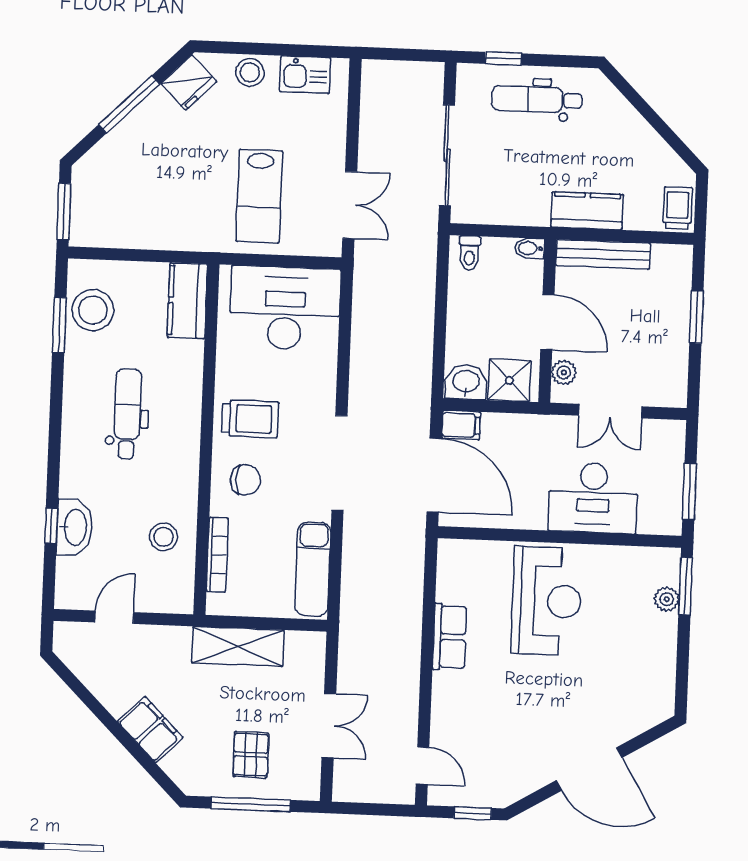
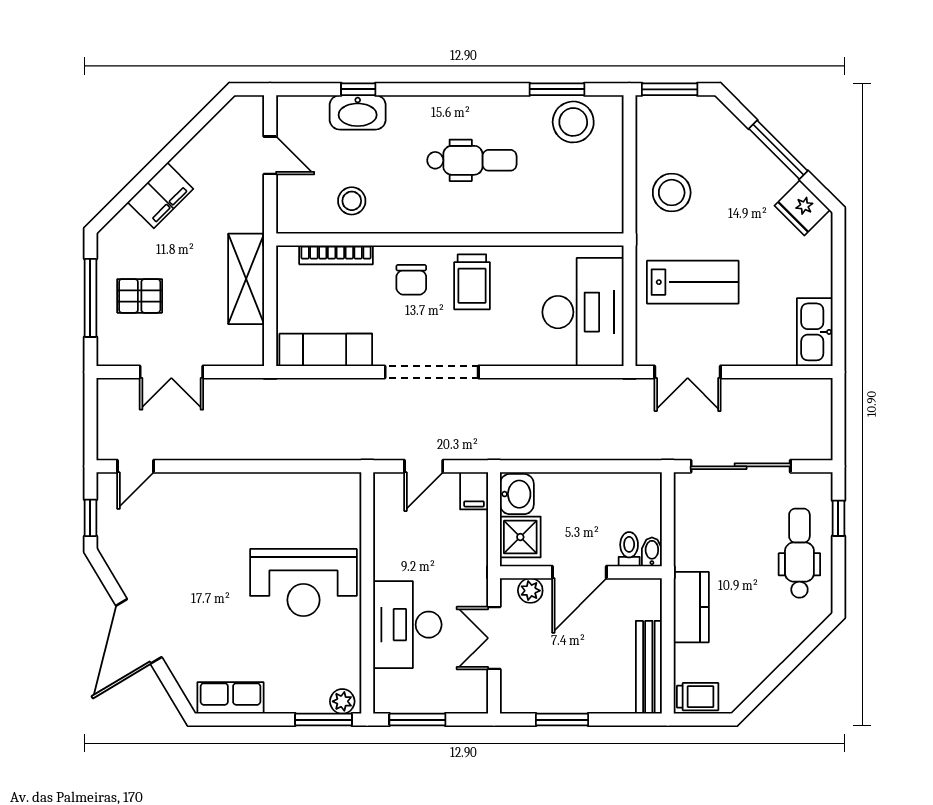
stool: (250, 72) -> (672, 193), moved, width x1.38, depth x1.38
kitchen sink: (305, 75) -> (815, 332), width x1.38
lab bench: (259, 196) -> (693, 282), turned 180
toilet: (469, 253) -> (629, 549), moved, turned 90
bench: (603, 254) -> (649, 667), moved
kitchen counter: (187, 301) -> (586, 215), removed
window: (696, 317) -> (562, 720), moved
door: (434, 475) -> (424, 466), width x0.53
plant: (667, 599) -> (342, 701), moved
row of seats: (450, 637) -> (230, 698), moved, turned 180

